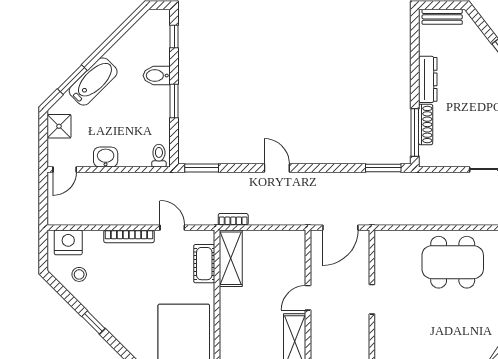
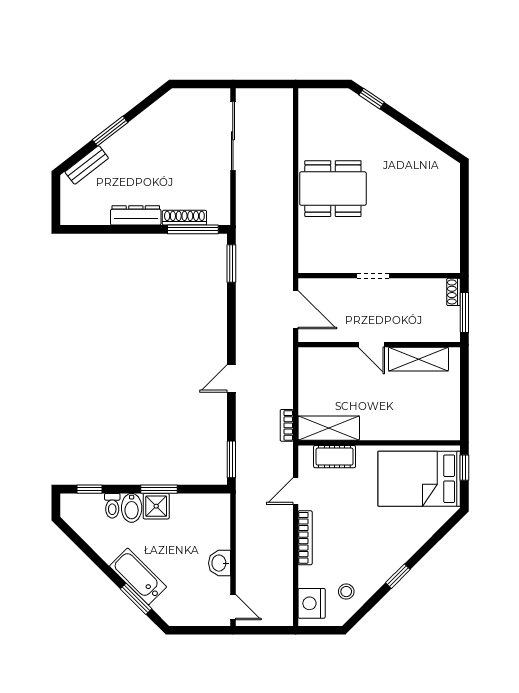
bench: (442, 17) -> (87, 165), moved, turned 52
shower: (59, 126) -> (156, 506), moved
toilet: (159, 156) -> (112, 506), moved, turned -90
dining table: (453, 262) -> (333, 189), turned 90

